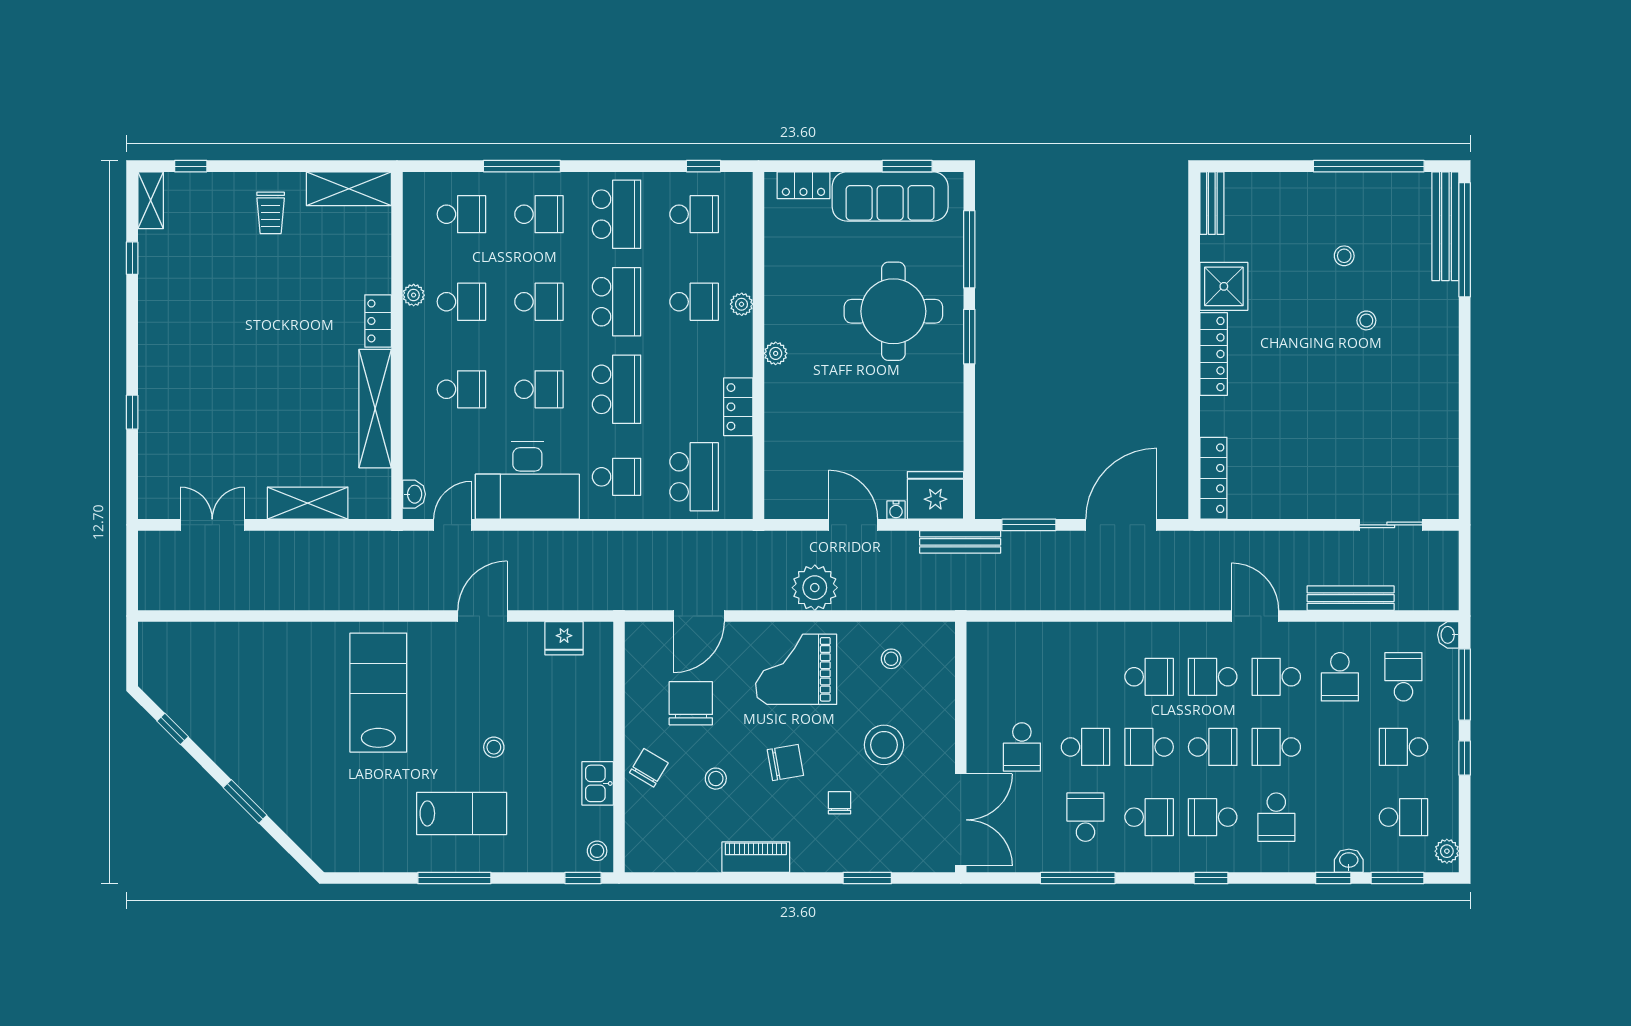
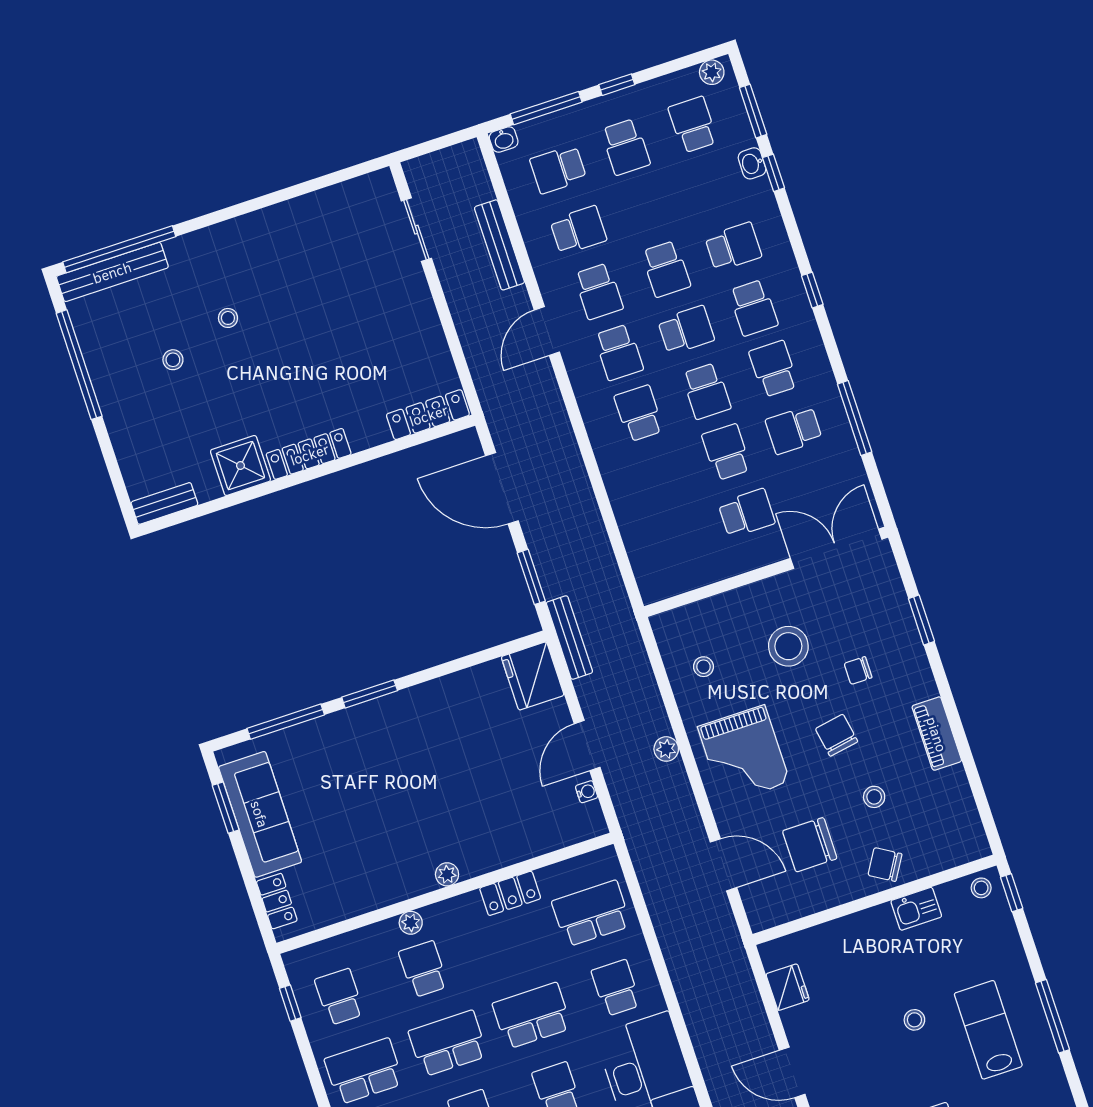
round table: (893, 311) -> (369, 775), removed
water cooler: (896, 510) -> (587, 792), moved
plant: (815, 588) -> (666, 749), width x0.53, depth x0.53
school desk: (1213, 747) -> (686, 330), turned 90

